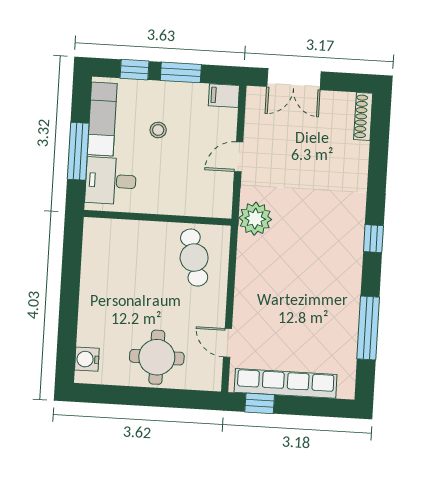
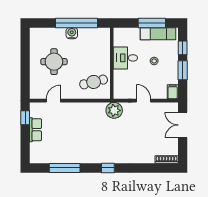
window: (78, 151) -> (152, 23), moved
desk: (111, 181) -> (125, 58), moved, turned -90
window: (70, 286) -> (77, 23), added
round table: (157, 357) -> (54, 62), moved
water cooler: (87, 359) -> (72, 33), moved
row of seats: (286, 383) -> (35, 130), width x0.50

